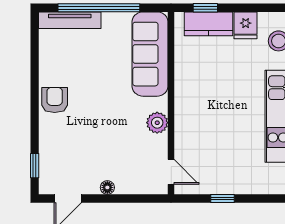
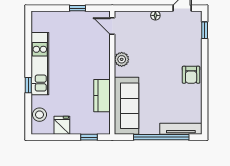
kitchen counter: (208, 24) -> (102, 96), moved, turned -90

